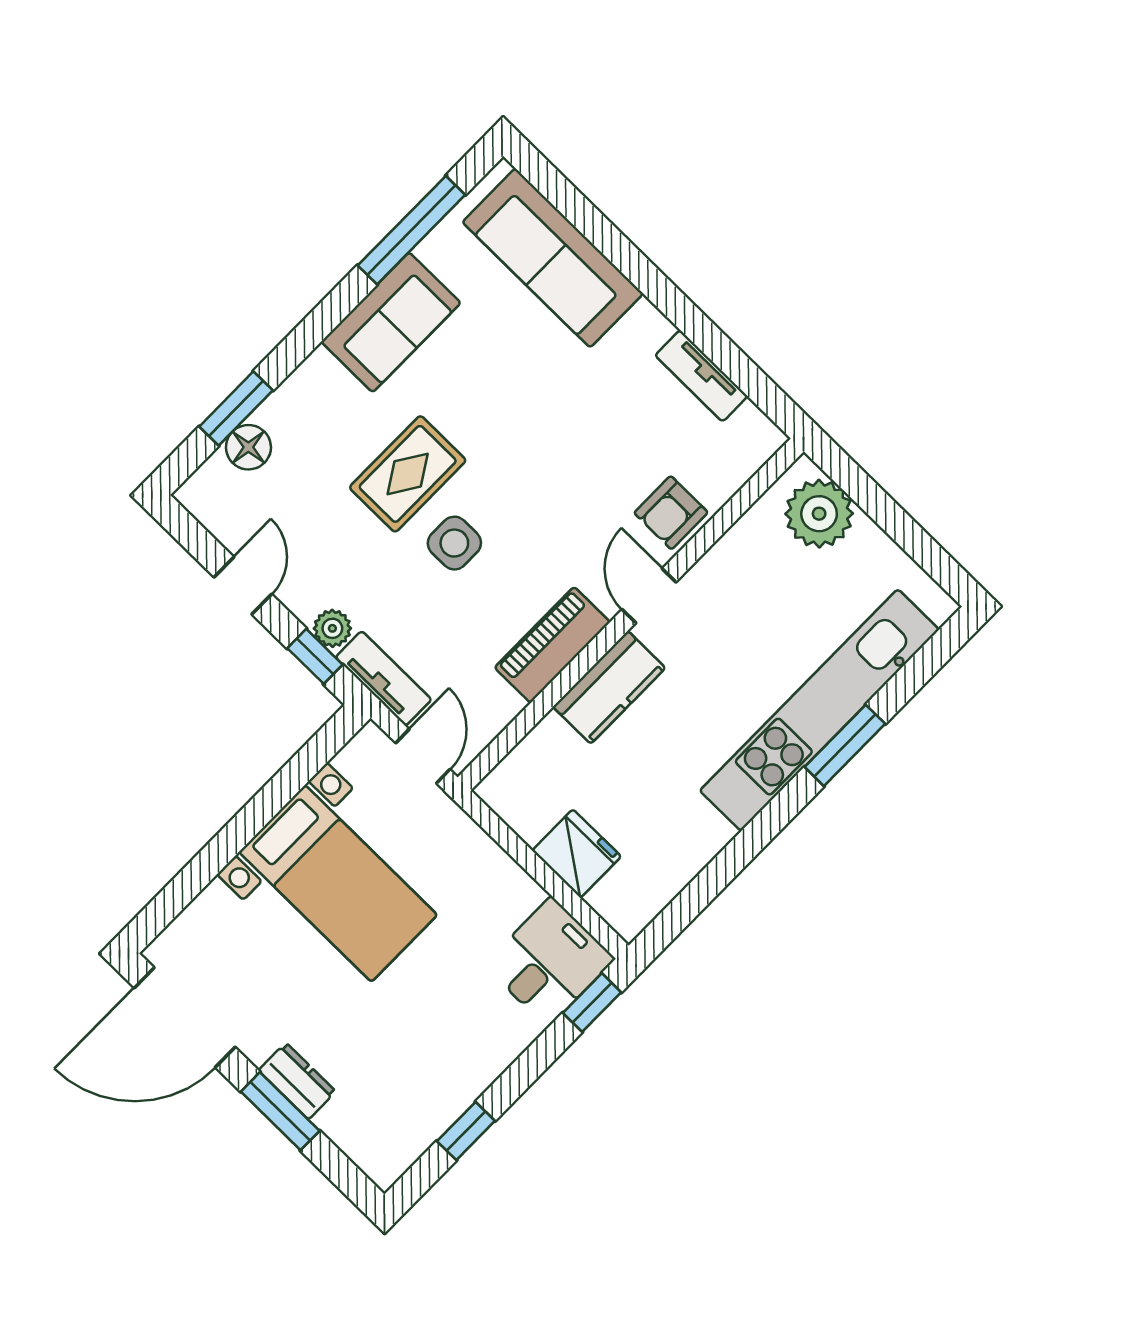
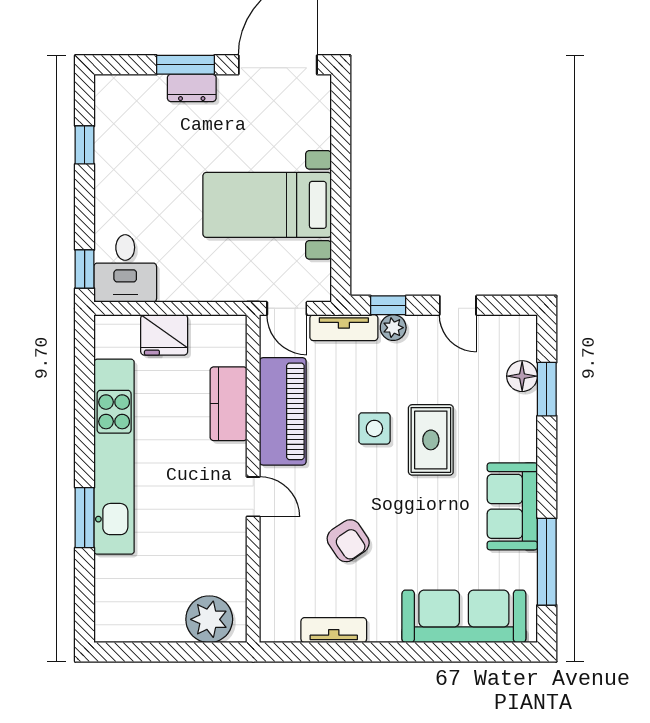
armchair: (671, 513) -> (348, 541), moved, turned 146
piano: (552, 645) -> (283, 411), width x1.37, depth x1.33
kitchen counter: (609, 687) -> (229, 404), moved
kitchen unit: (819, 710) -> (114, 457), moved

